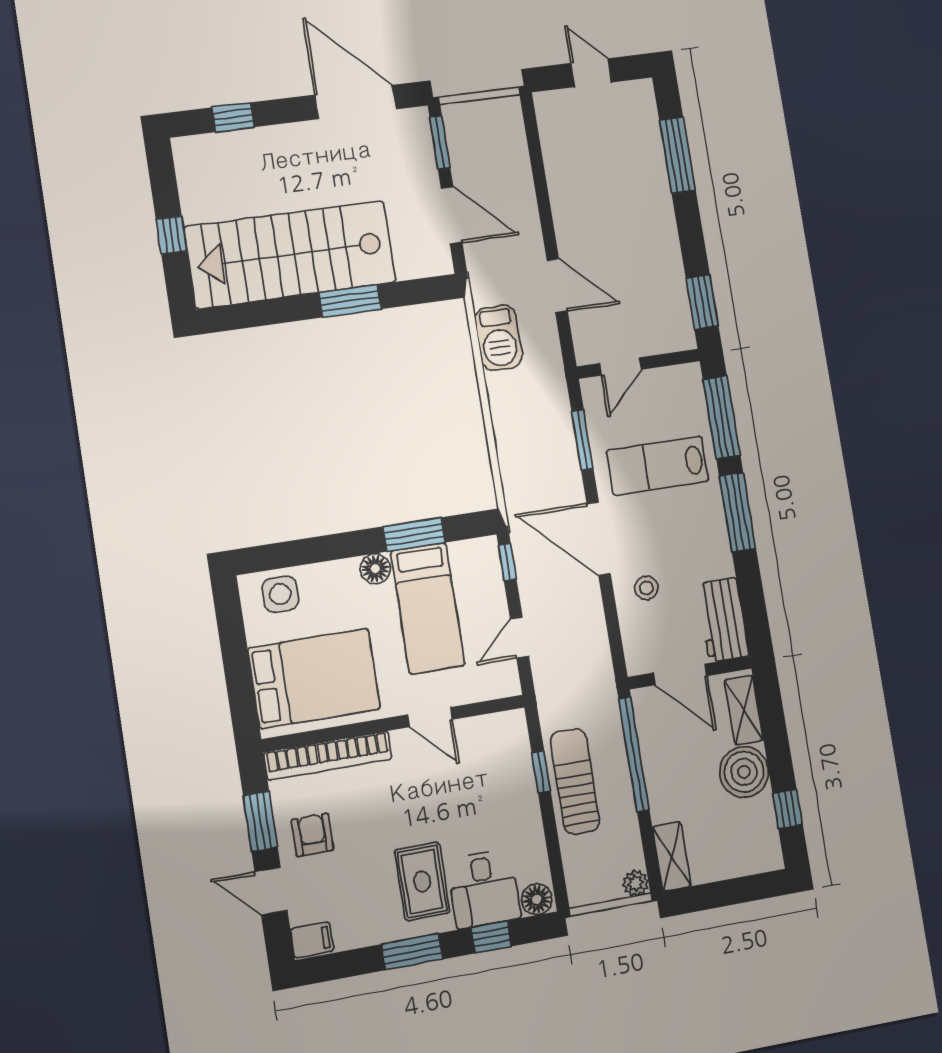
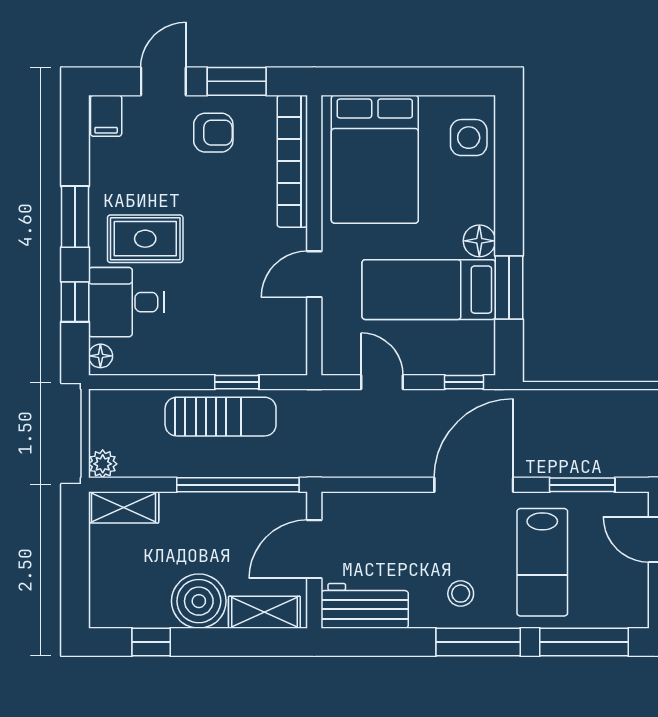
lab bench: (658, 466) -> (542, 562), turned 180
stool: (646, 588) -> (461, 594), moved
floor lamp: (537, 899) -> (100, 356), width x0.73, depth x0.73

